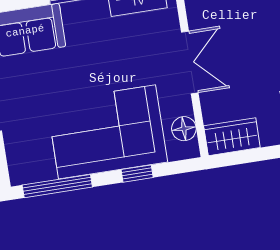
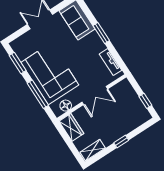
window: (137, 174) -> (38, 94), width x2.17
window: (57, 186) -> (18, 63), width x0.69

